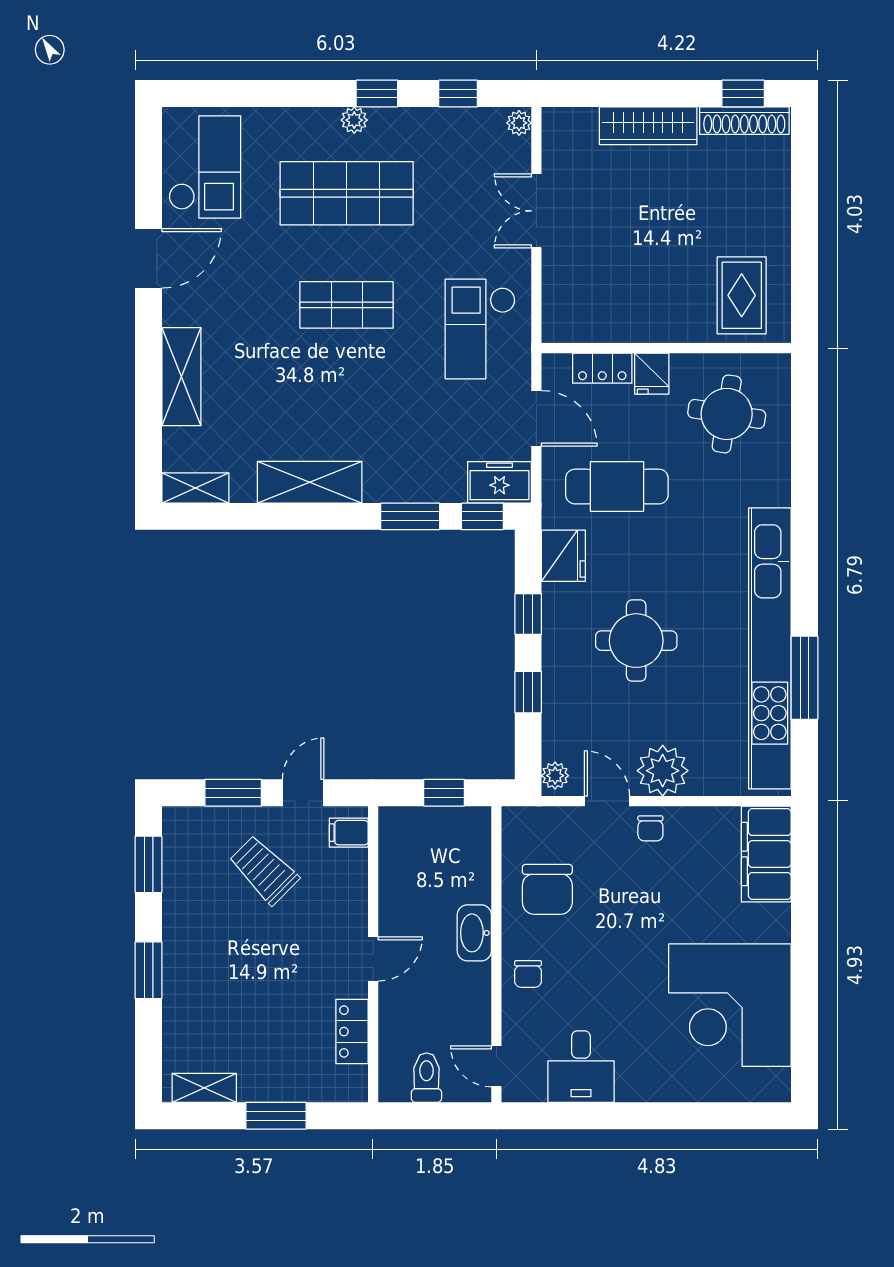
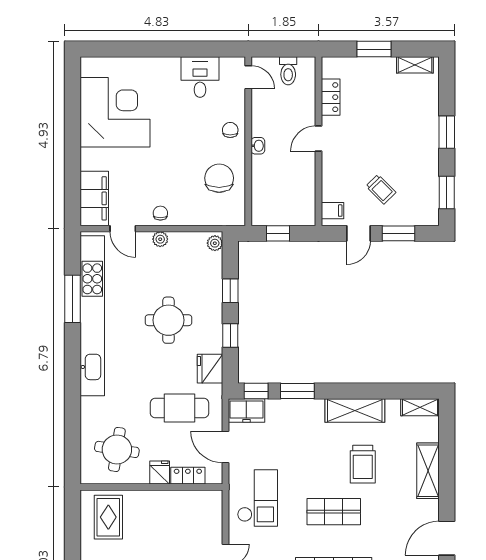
trolley: (296, 388) -> (363, 464), added
plant: (663, 771) -> (160, 239), width x0.53, depth x0.53
door: (607, 801) -> (123, 229), moved
trolley: (264, 870) -> (381, 189), width x0.73, depth x0.72
washbasin: (474, 933) -> (258, 146), width x0.52, depth x0.69

